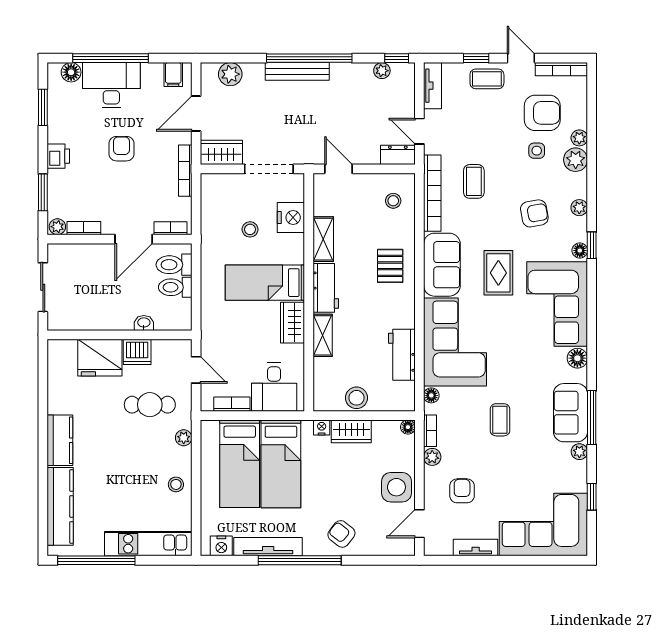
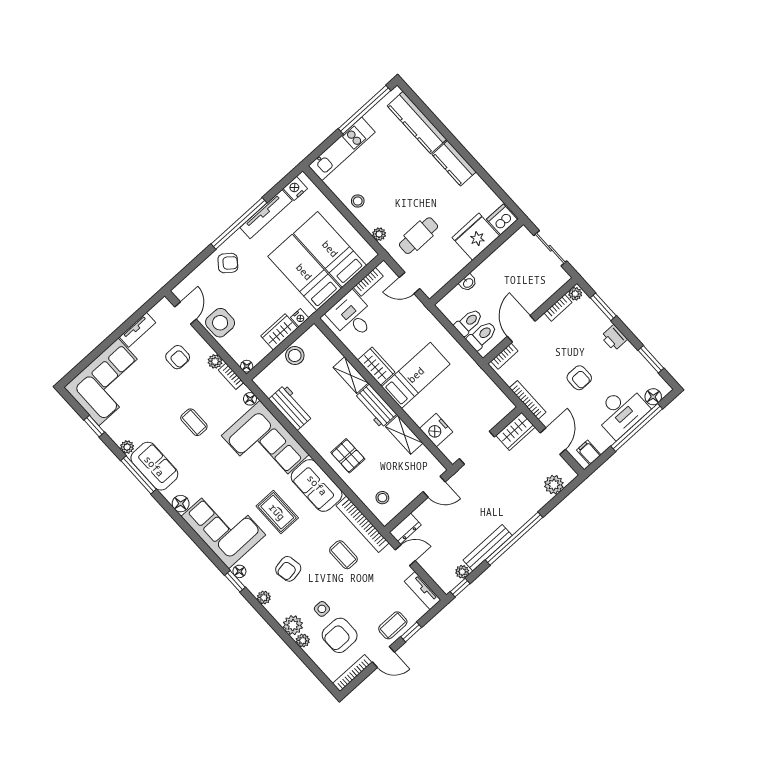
bench: (297, 71) -> (488, 548), moved
stool: (250, 229) -> (455, 400), removed
dishwasher: (137, 352) -> (502, 219), moved

